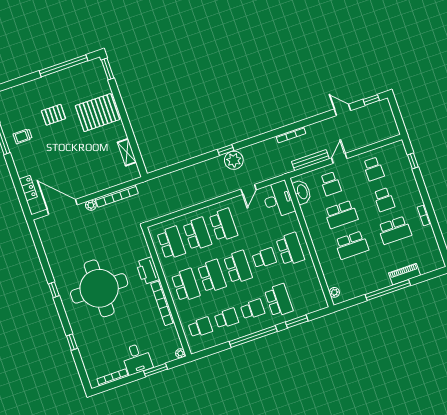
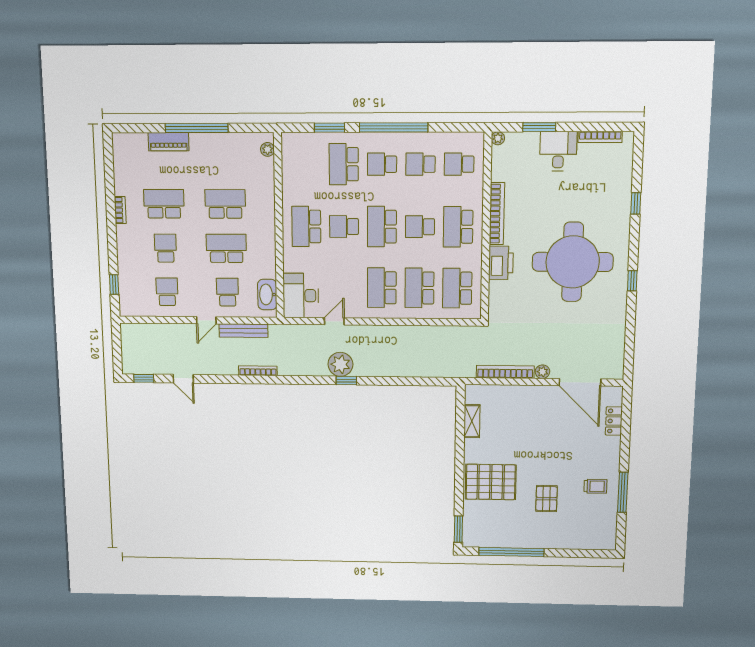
pallet: (53, 115) -> (547, 499), turned 90
school desk: (212, 276) -> (420, 227), width x0.54

